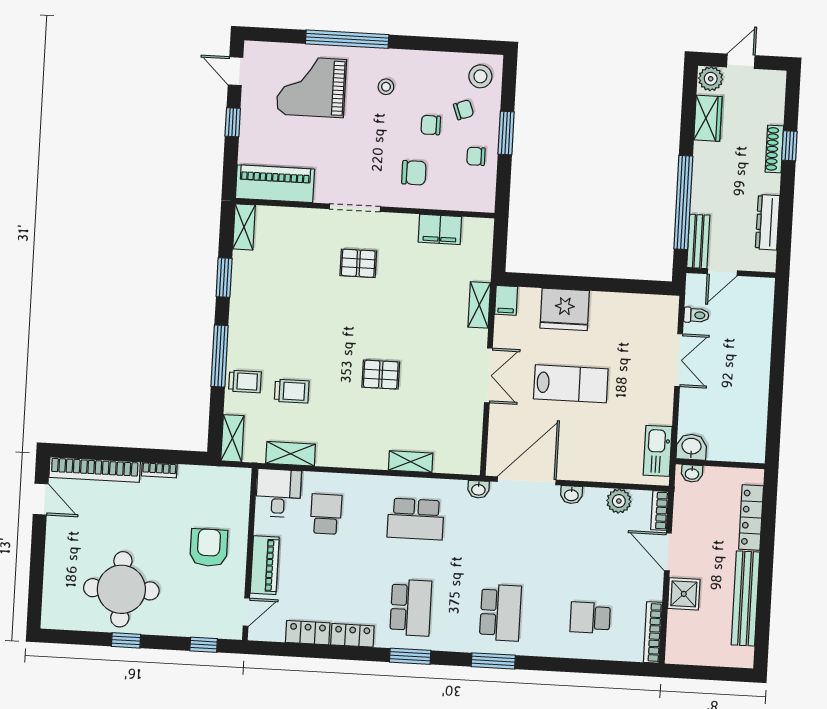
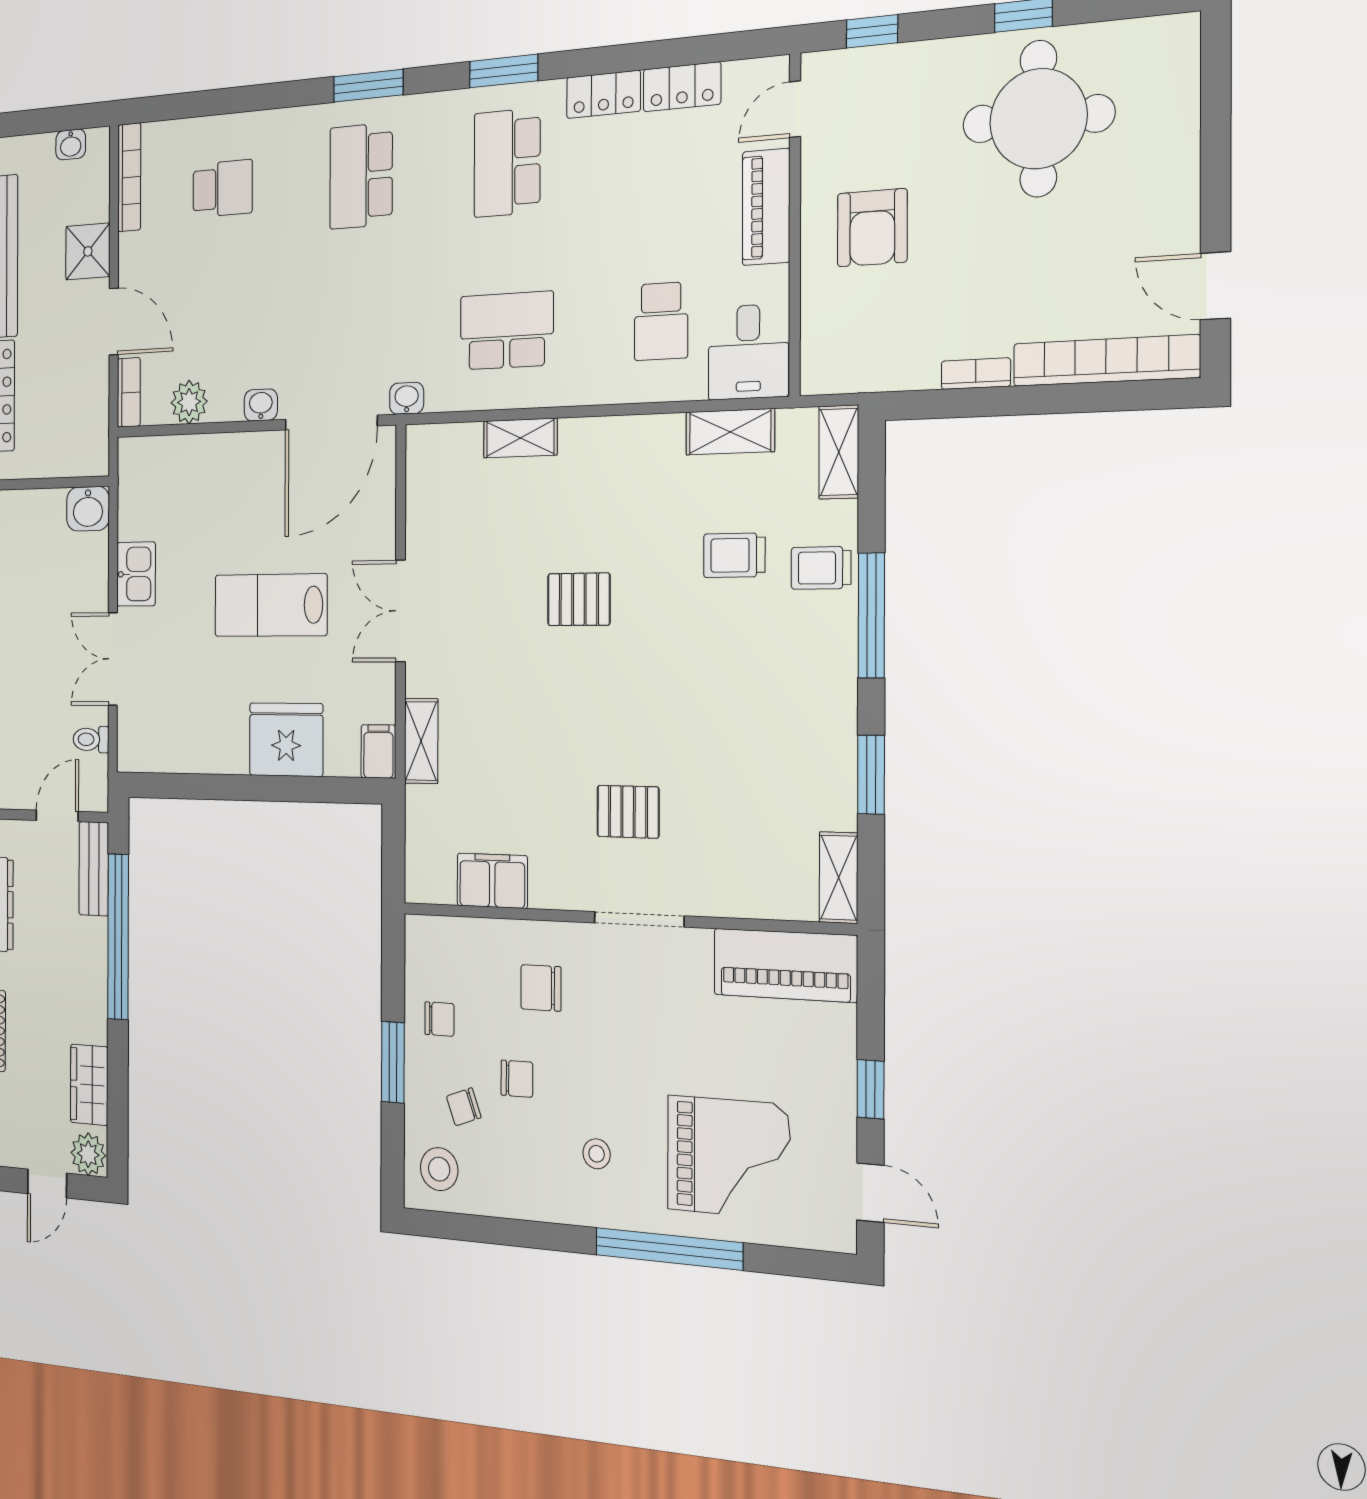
kitchen sink: (658, 451) -> (136, 574), moved, width x0.73
washbasin: (692, 473) -> (71, 144), moved, turned 180

